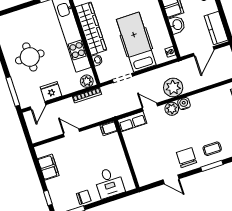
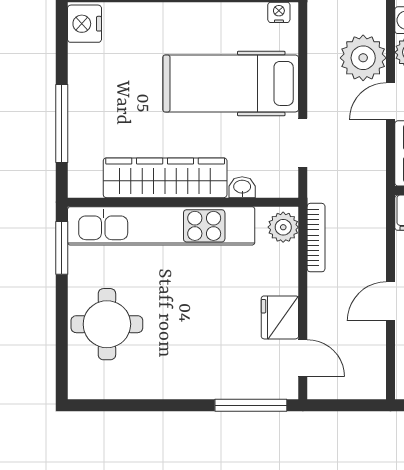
round table: (30, 57) -> (107, 324), moved
plant: (173, 87) -> (363, 58), moved

